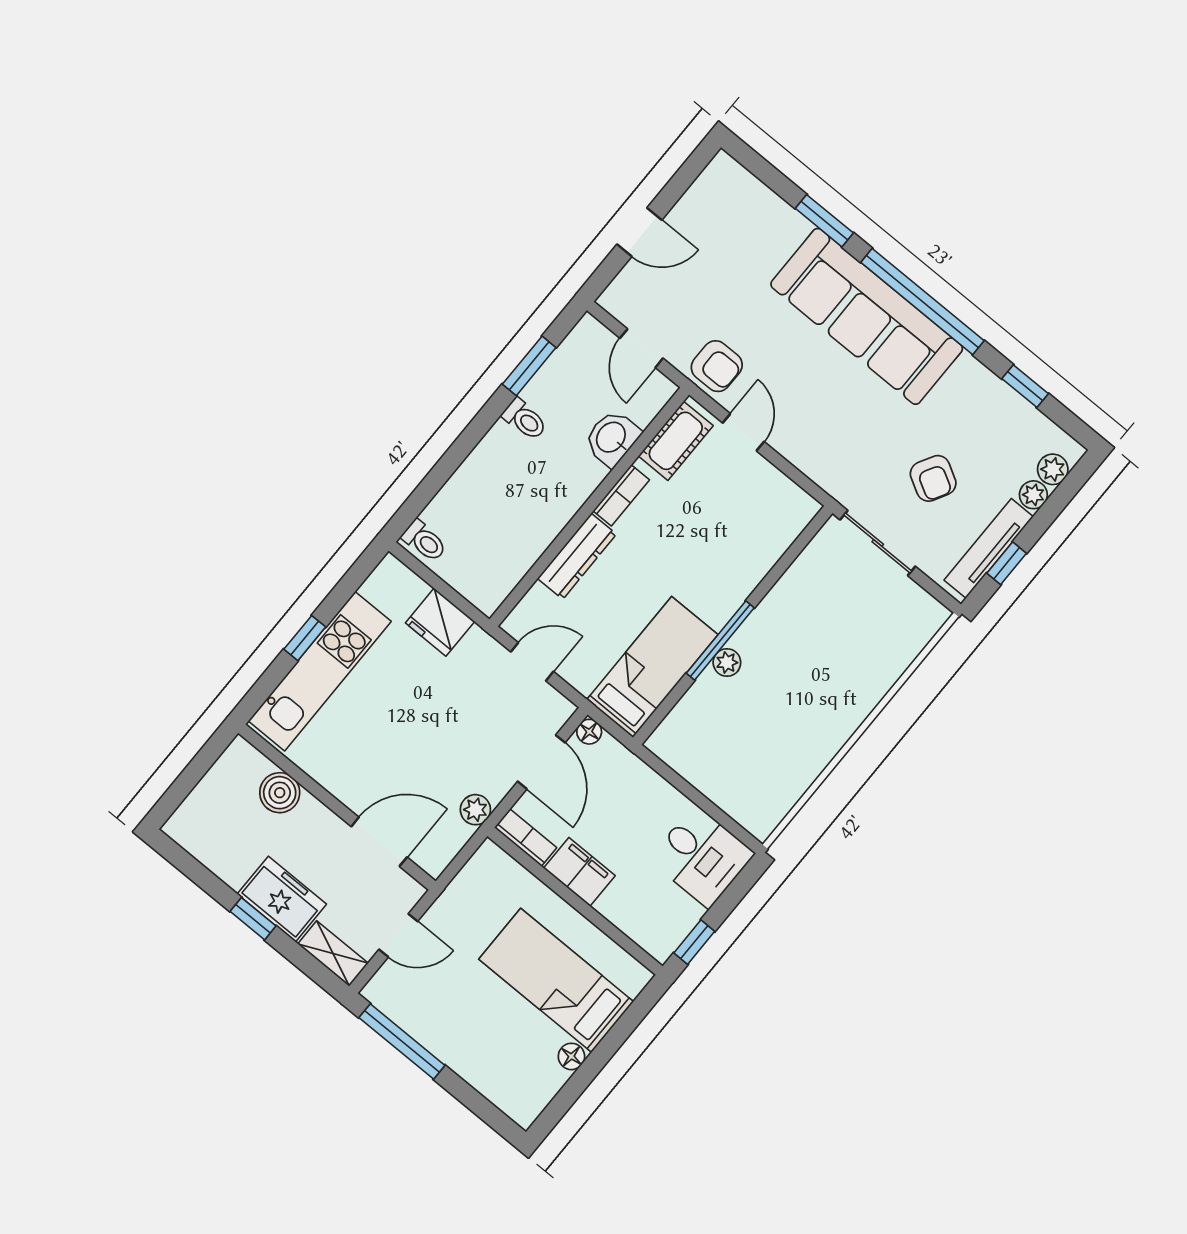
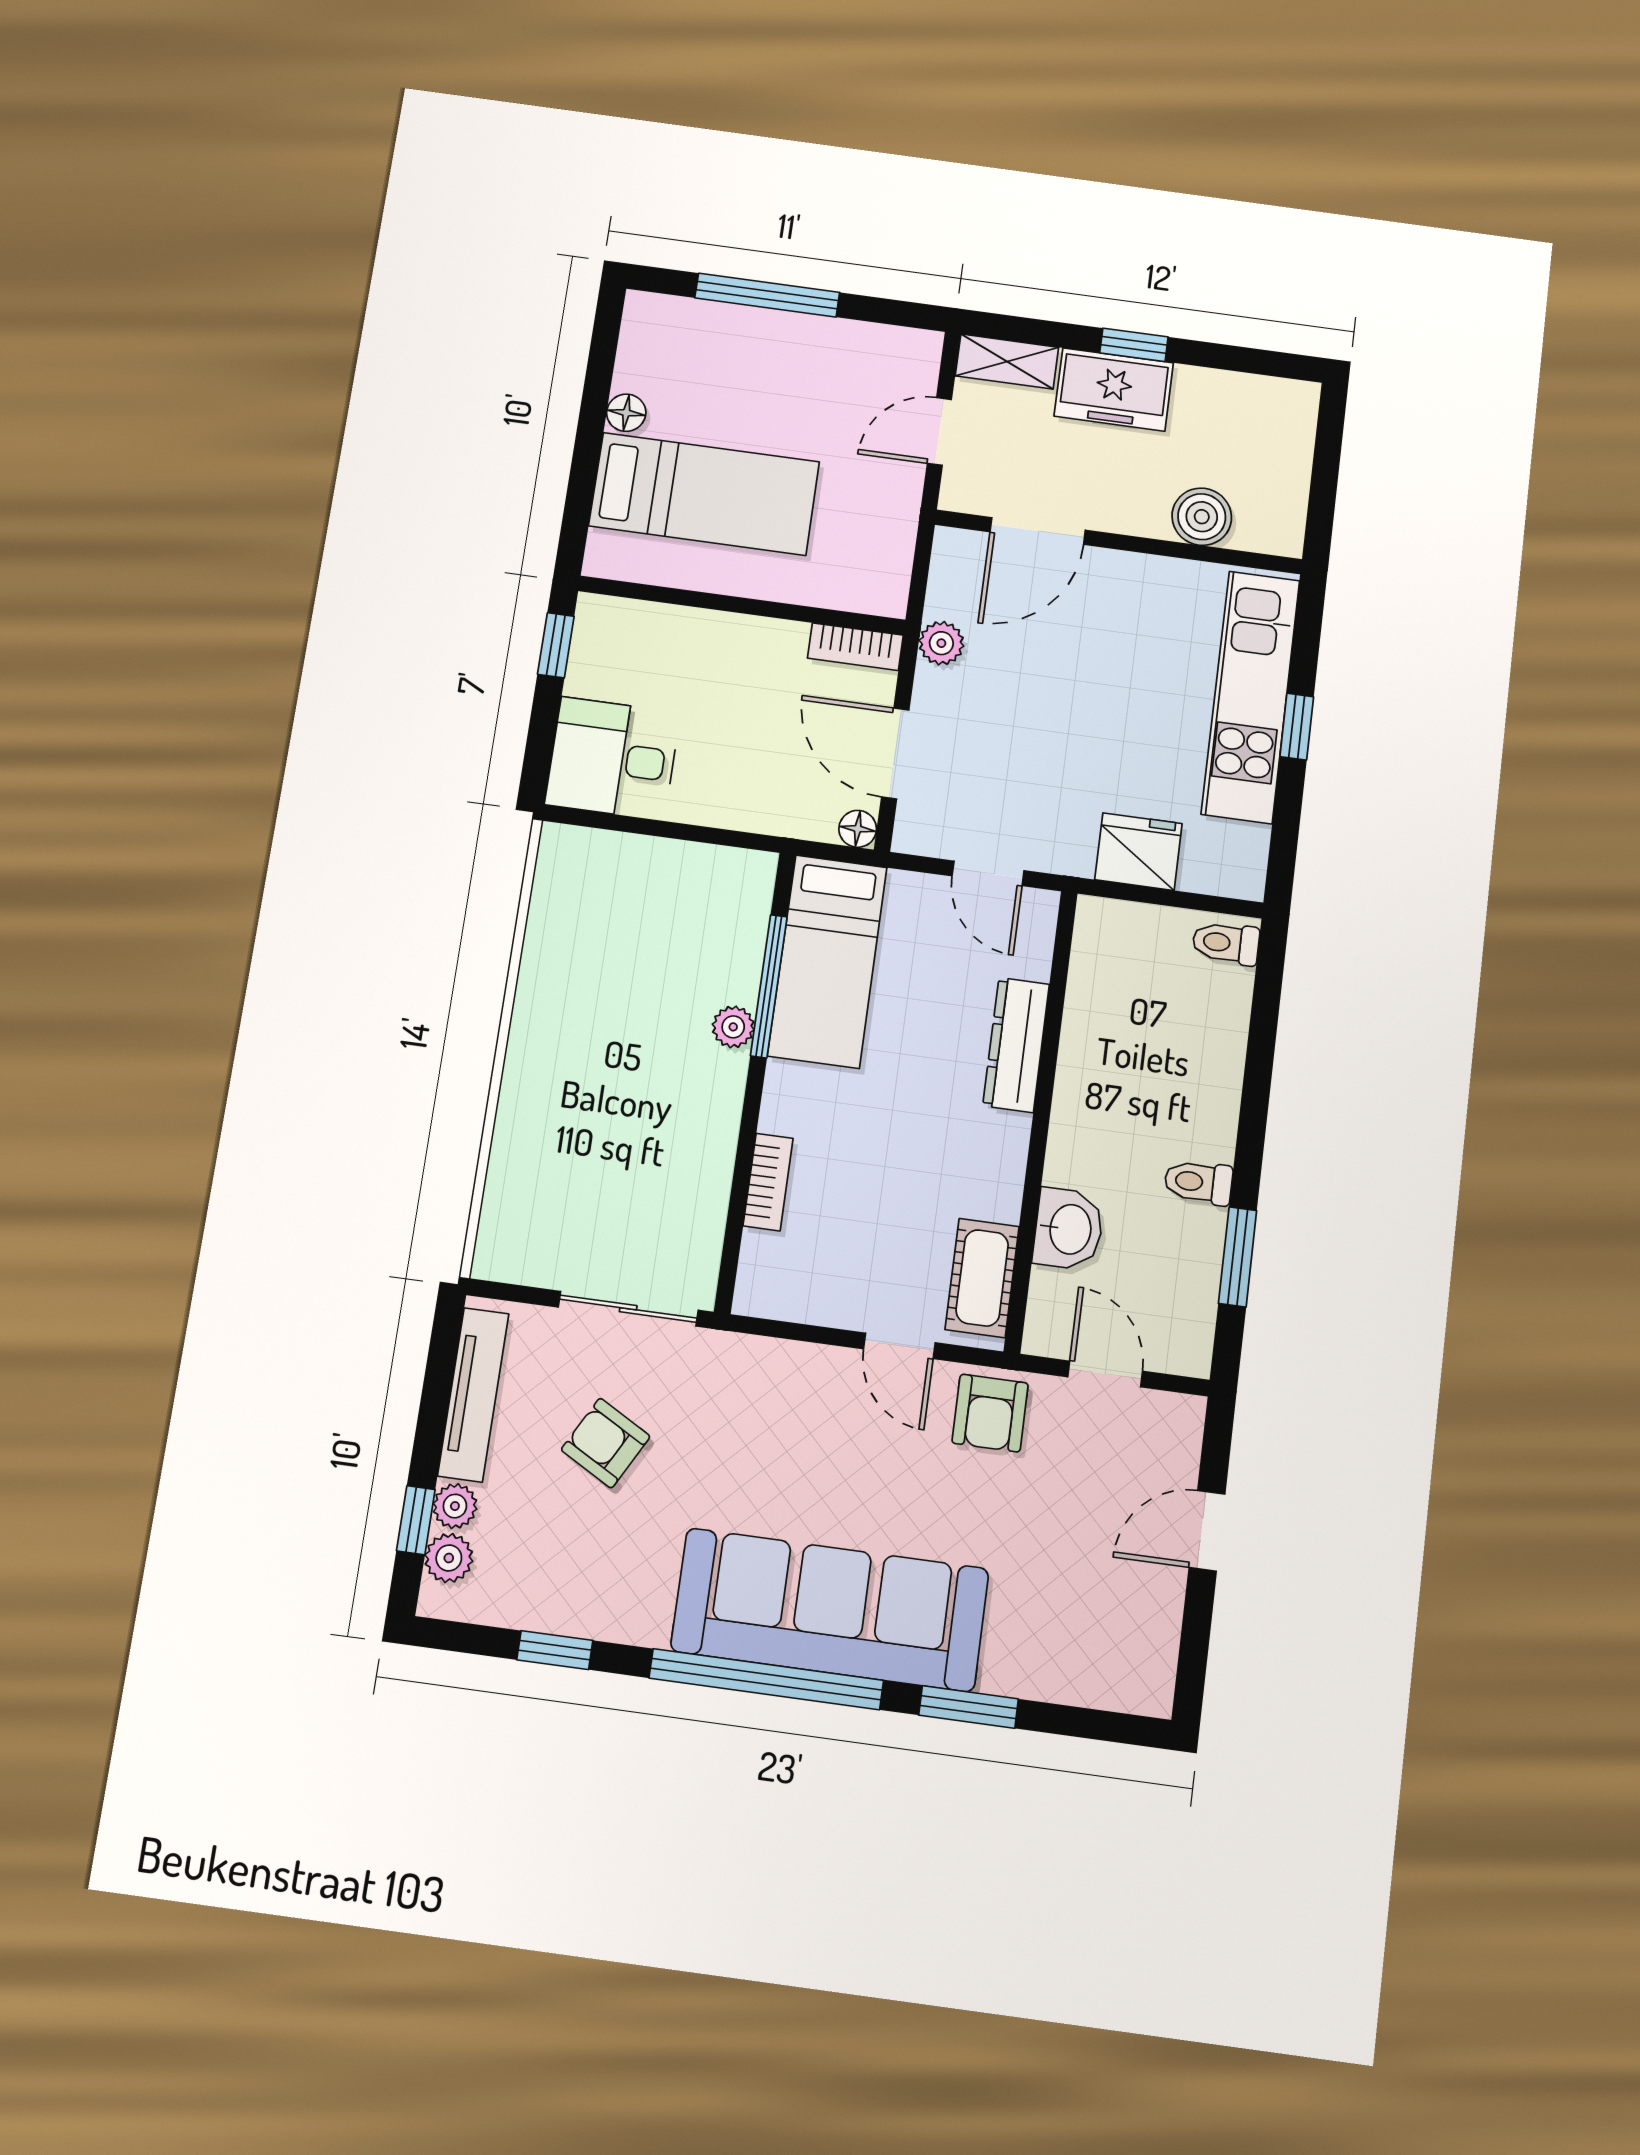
armchair: (717, 366) -> (990, 1413), turned -90
bookcase: (621, 495) -> (768, 1182), moved, turned 180
window: (1007, 563) -> (416, 1520), moved
window: (720, 641) -> (769, 986), moved
door: (532, 662) -> (988, 873), hinge flipped
filing cabinet: (579, 872) -> (759, 645), removed
window: (402, 1041) -> (767, 295), moved

